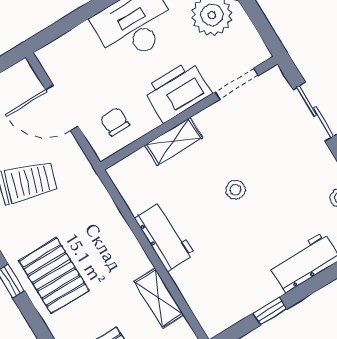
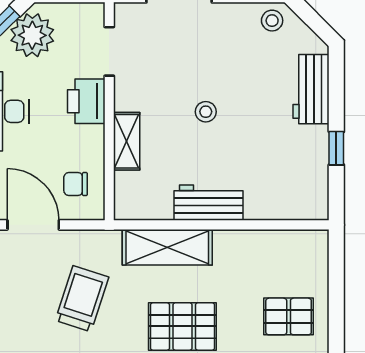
printer: (177, 91) -> (86, 101), width x0.73, depth x0.84
door: (62, 108) -> (33, 225), swing flipped
shelving: (159, 298) -> (167, 247), moved, width x1.50, depth x1.33

